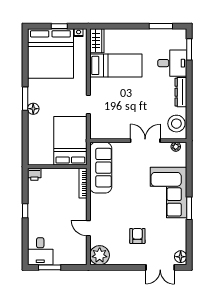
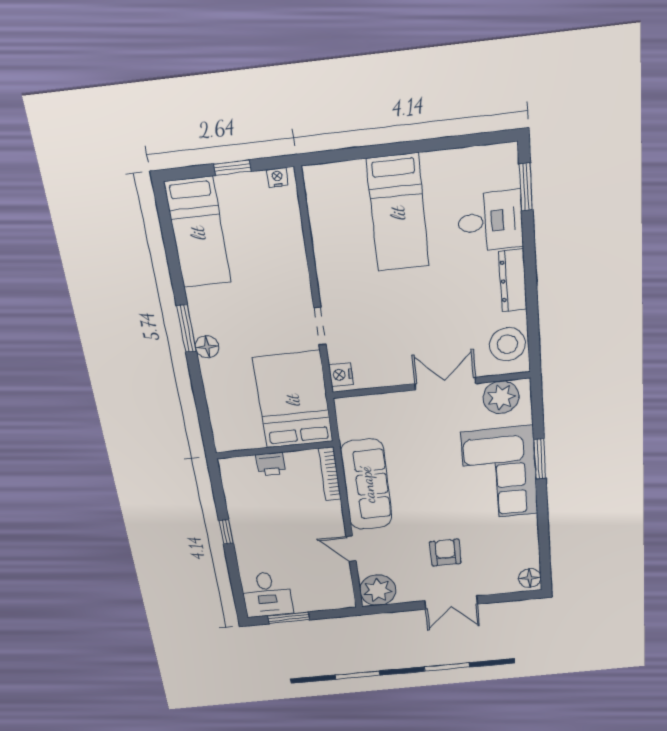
window: (161, 26) -> (459, 142), removed
wardrobe: (97, 41) -> (320, 191), removed
bed: (50, 53) -> (198, 233), width x0.49
bed: (116, 65) -> (398, 213), moved, turned 90
nightstand: (95, 130) -> (341, 375), added
plant: (176, 147) -> (501, 397), width x1.88, depth x1.88
sofa: (101, 168) -> (367, 485), moved
printer: (34, 174) -> (271, 464), moved
window: (189, 208) -> (540, 459), moved
double door: (160, 267) -> (451, 602), moved

